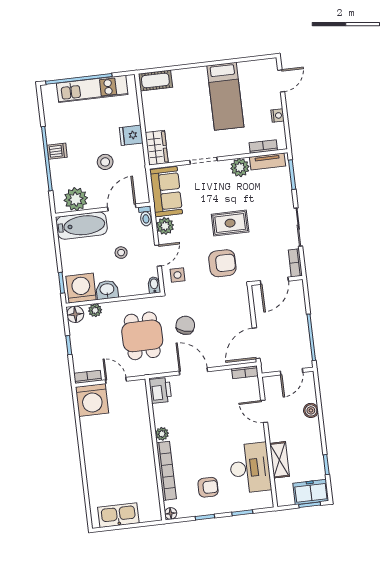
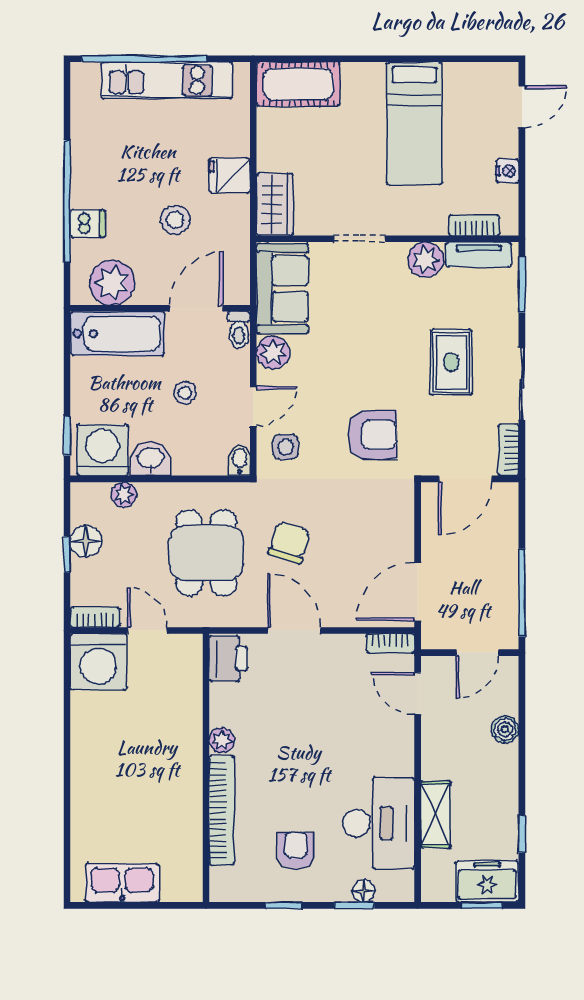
cot: (155, 80) -> (298, 84), width x1.37, depth x1.34
dishwasher: (57, 151) -> (88, 224), moved
rug: (230, 223) -> (451, 362), moved, turned 90
floor lamp: (75, 314) -> (86, 541), moved
door: (264, 411) -> (418, 693), moved
armchair: (208, 487) -> (296, 850), turned -90
floor lamp: (171, 513) -> (364, 891), moved

